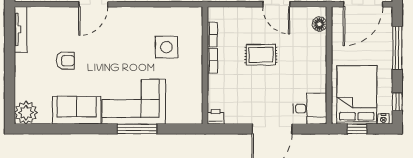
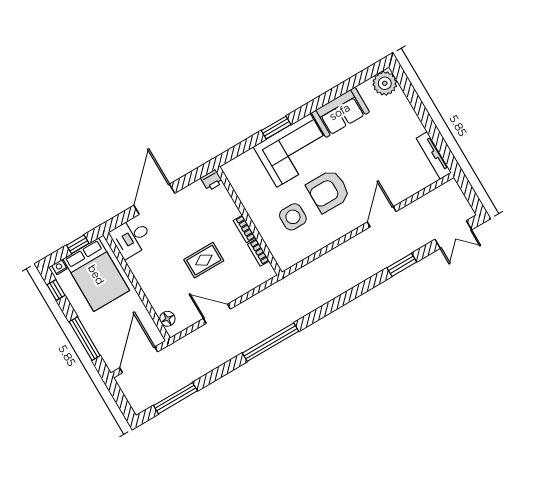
armchair: (65, 61) -> (328, 191), moved, width x1.88, depth x1.88
window: (137, 129) -> (276, 128), width x0.69

